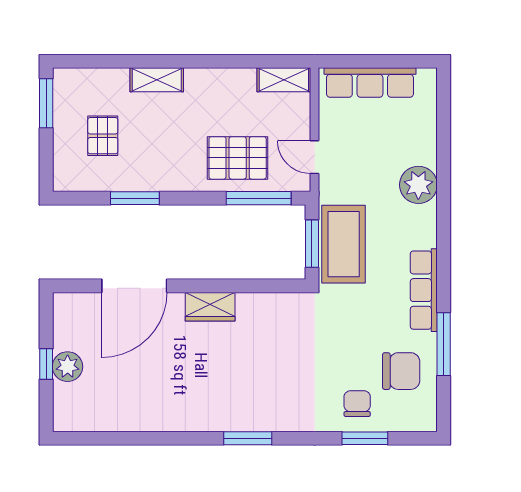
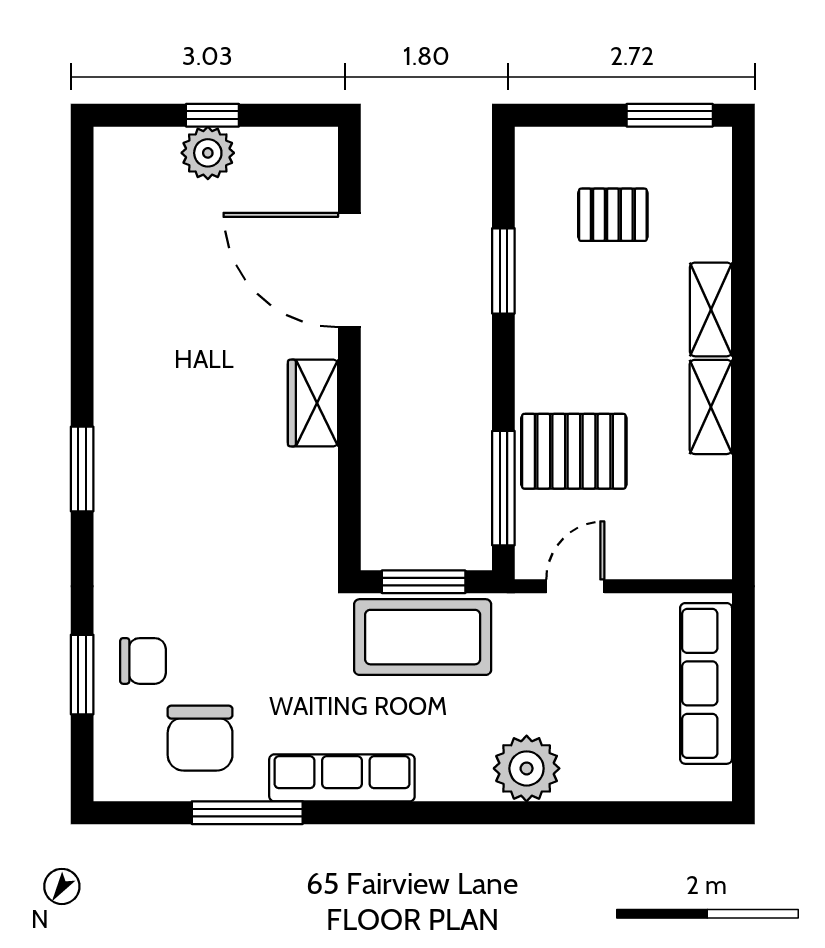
shelving: (284, 80) -> (711, 407), moved
pallet: (238, 158) -> (574, 451), turned 90

